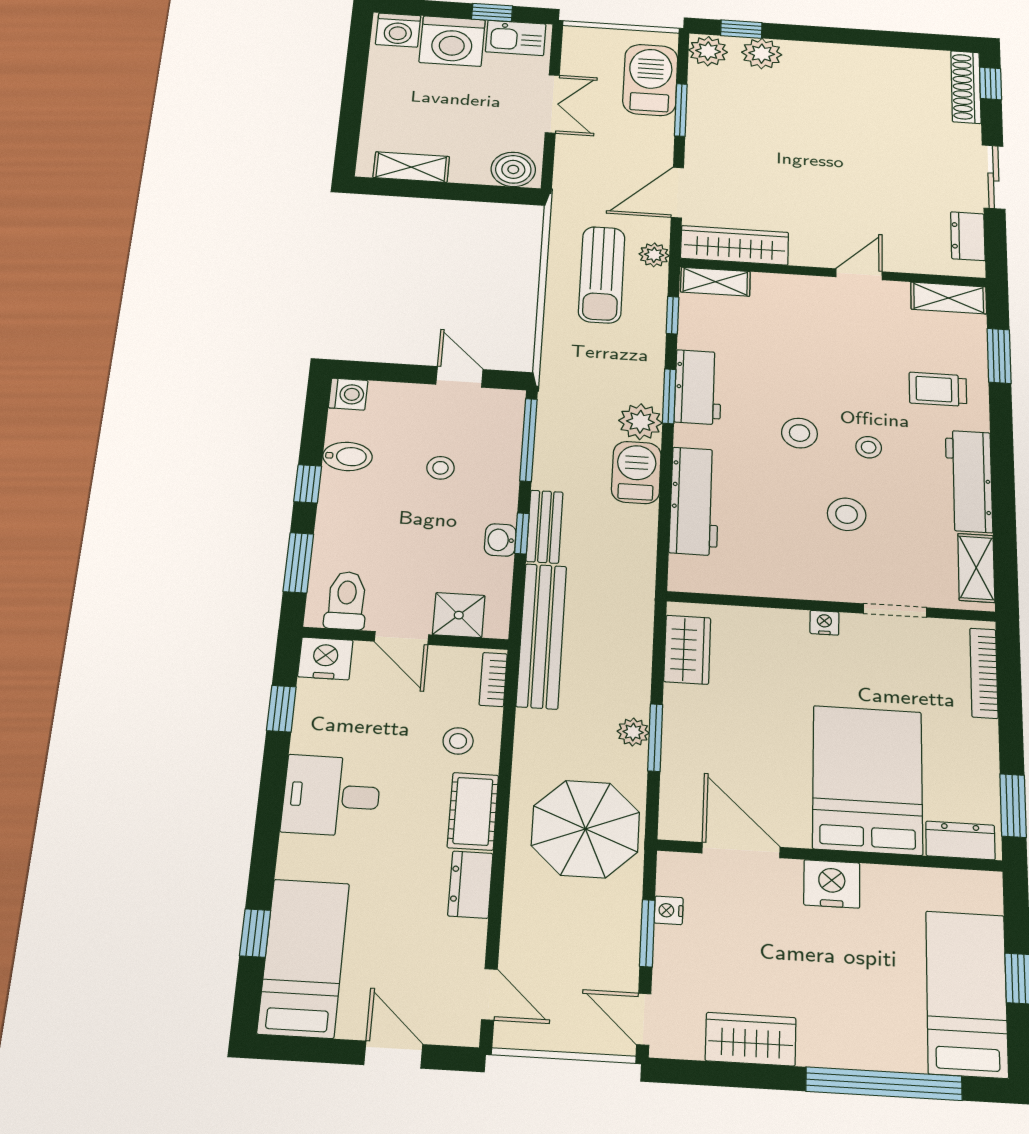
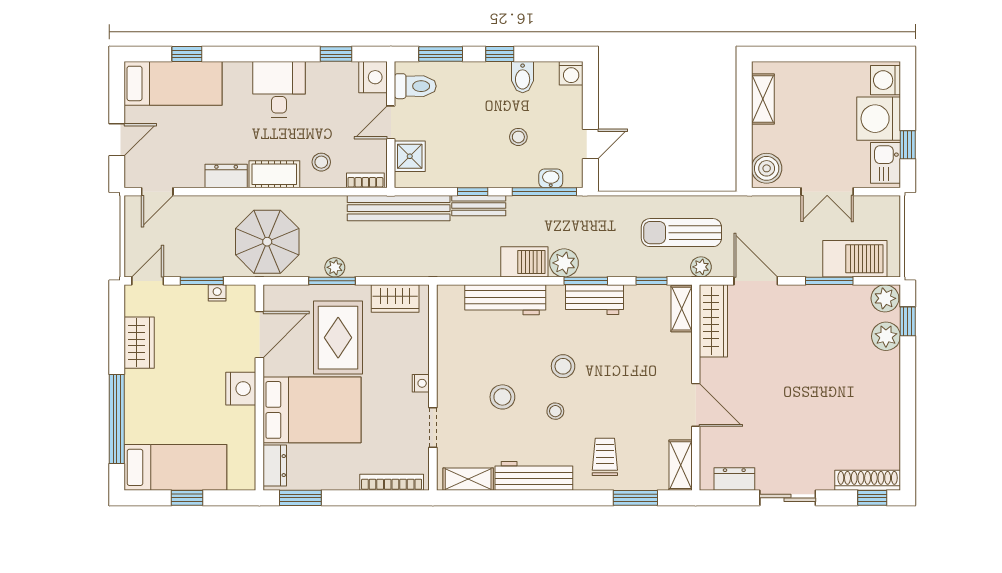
door: (859, 274) -> (696, 405), width x1.38
washbasin: (500, 540) -> (551, 178), moved
rug: (749, 735) -> (338, 338), added

